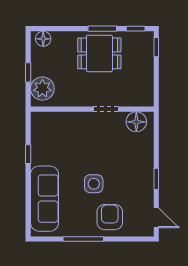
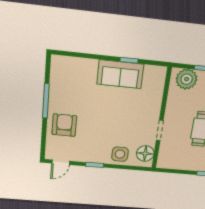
side table: (94, 184) -> (120, 154), moved
sofa: (44, 199) -> (120, 74), moved, width x0.73
armchair: (110, 217) -> (64, 125), turned -90

